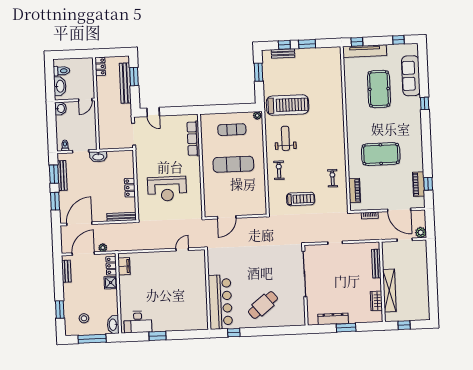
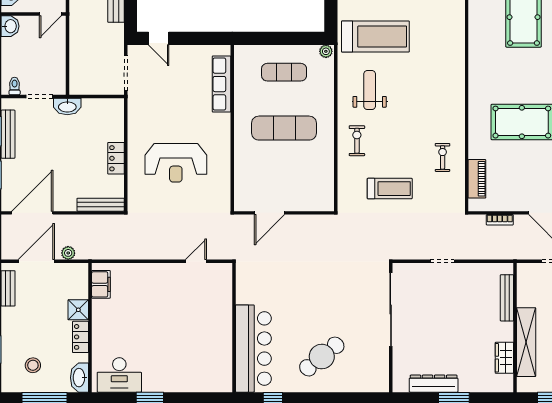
locker: (111, 266) -> (81, 337), moved

